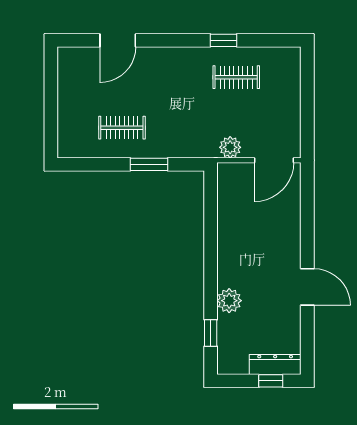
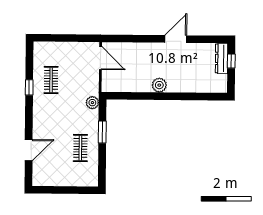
door: (118, 40) -> (29, 150), hinge flipped
plant: (230, 147) -> (92, 103), moved
plant: (229, 301) -> (159, 85), moved
window: (211, 333) -> (203, 96), removed

